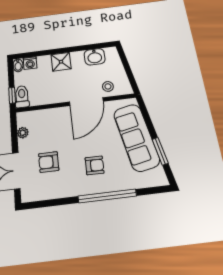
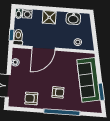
door: (86, 102) -> (43, 48), moved
armchair: (49, 162) -> (31, 98), moved

